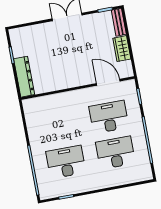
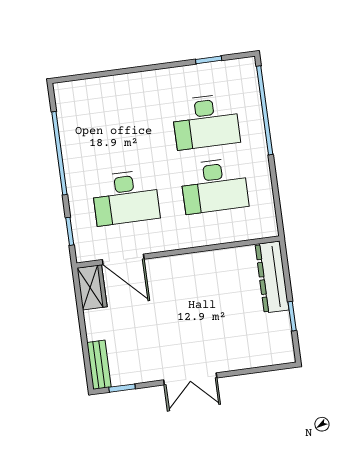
wardrobe: (122, 49) -> (92, 287), moved
desk: (115, 153) -> (214, 186), moved

